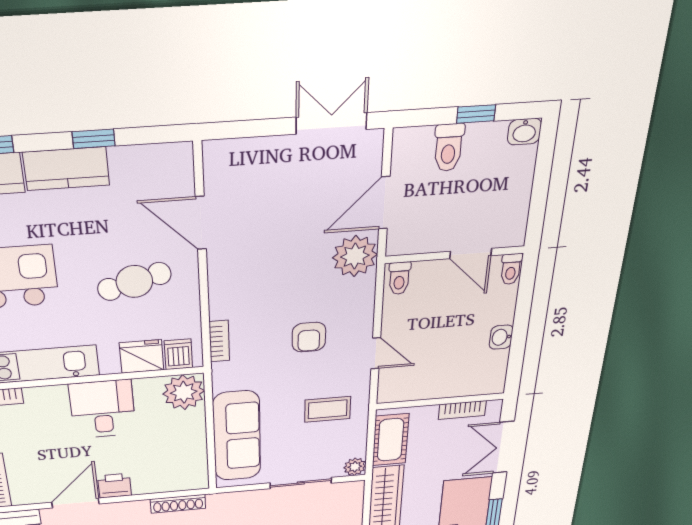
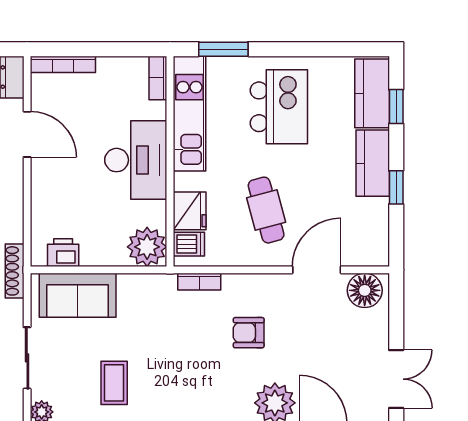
floor lamp: (224, 167) -> (365, 290), added
armchair: (309, 337) -> (249, 333), moved
desk: (103, 409) -> (136, 160), width x1.37
sofa: (237, 436) -> (78, 295), width x0.73
printer: (115, 486) -> (63, 253), moved, turned -90
shoe rack: (178, 504) -> (15, 271), moved

